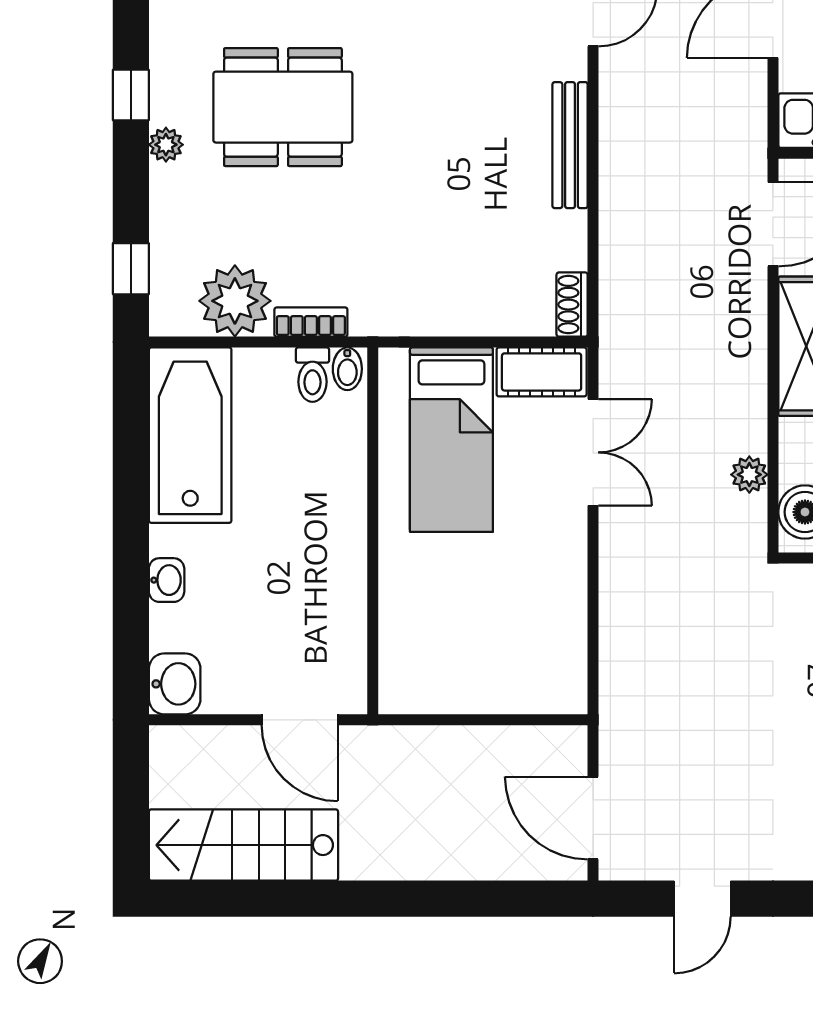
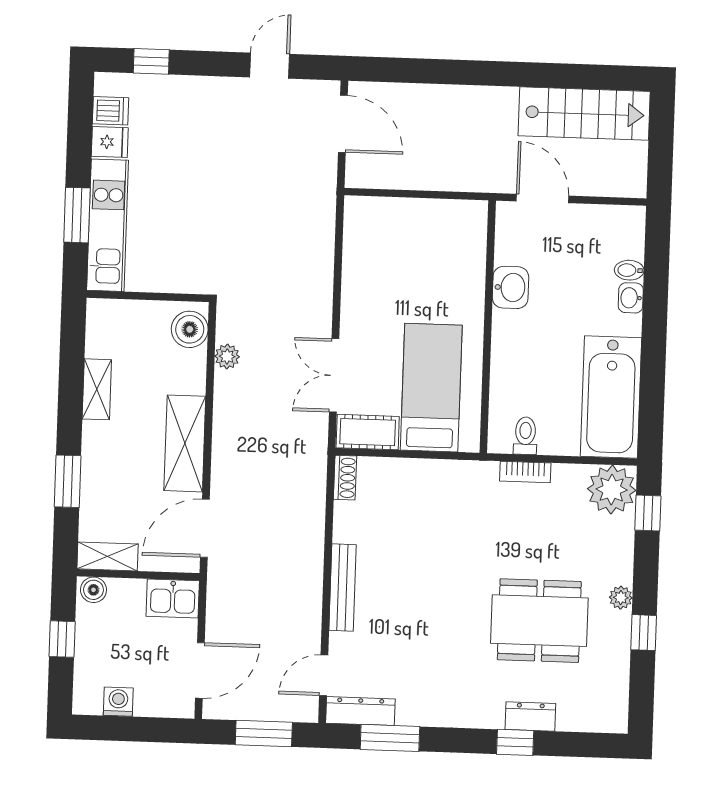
plant: (235, 301) -> (612, 490), moved
bidet: (347, 369) -> (629, 270), moved, turned -90
washbasin: (175, 684) -> (511, 287), moved, turned 180

